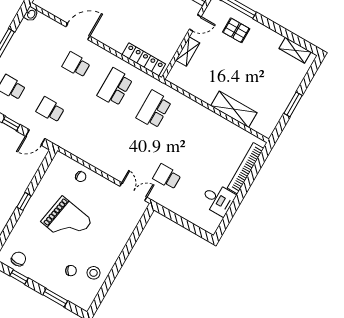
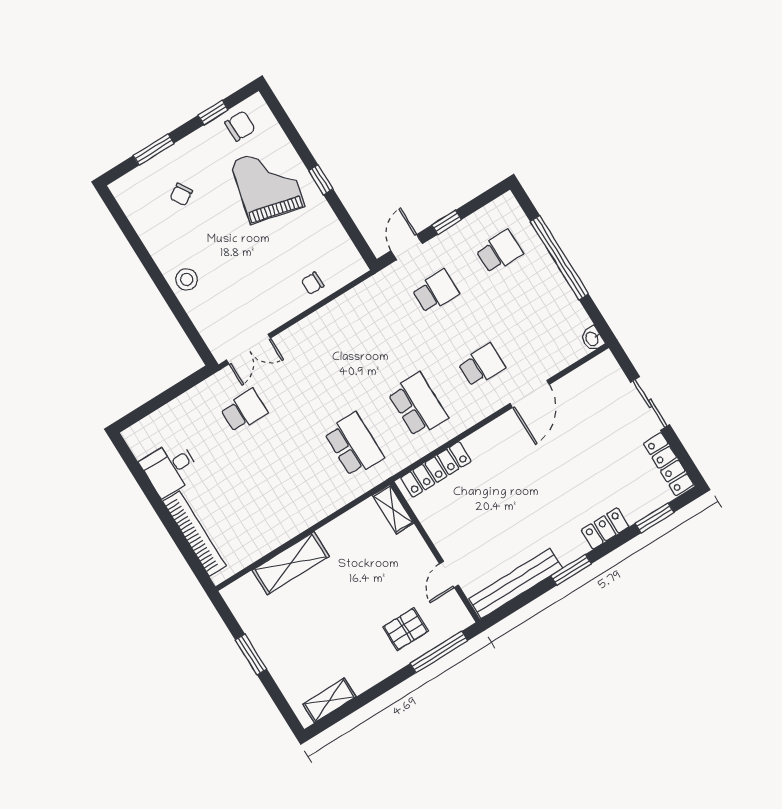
shelving: (188, 52) -> (393, 509), moved
grand piano: (67, 221) -> (267, 184), moved, turned 94
chair: (19, 259) -> (240, 126), turned -90
stool: (94, 273) -> (187, 279), moved

